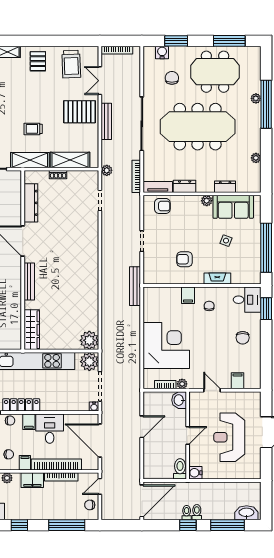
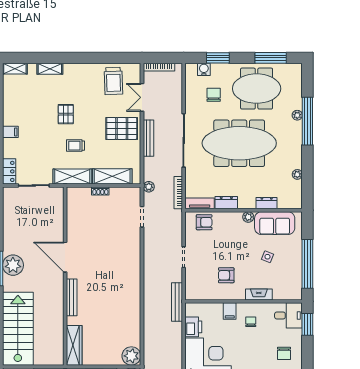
pallet: (38, 61) -> (66, 114), moved
dresser: (31, 203) -> (73, 219), removed
printer: (151, 311) -> (193, 327), added

